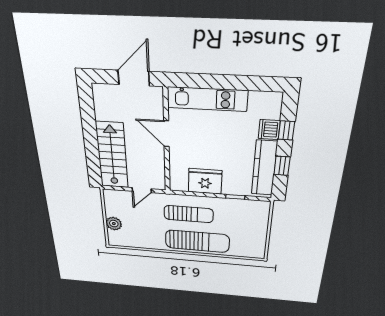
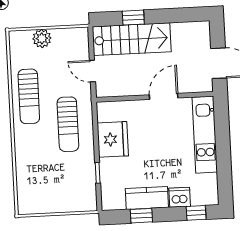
window: (286, 130) -> (196, 213), moved
window: (92, 152) -> (133, 18), added
kitchen counter: (264, 168) -> (147, 198), width x0.67
sun lounger: (197, 241) -> (29, 96), moved, width x0.73, depth x0.75

